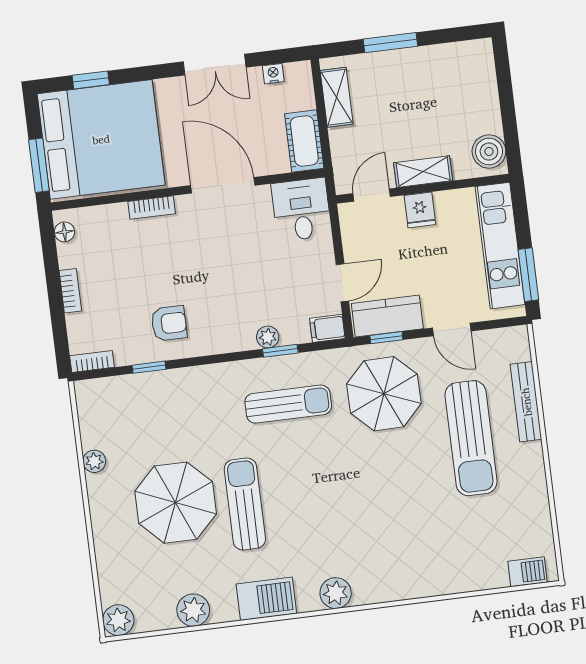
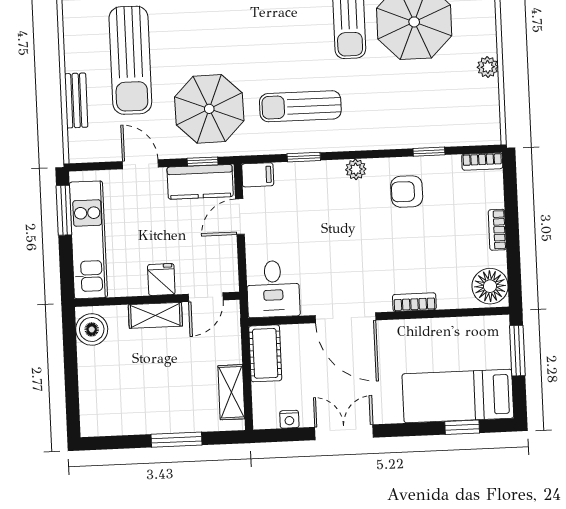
bed: (101, 139) -> (458, 396), width x0.49
floor lamp: (64, 232) -> (490, 286), width x1.89, depth x1.89
plant: (268, 337) -> (356, 169), moved
bench: (526, 402) -> (76, 100), width x0.73
sun lounger: (471, 438) -> (130, 60), turned 180

